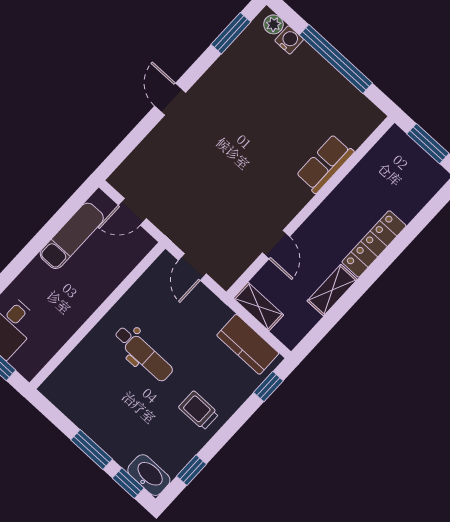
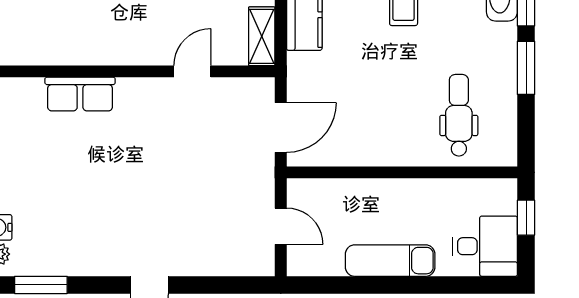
exam couch: (72, 236) -> (390, 261), moved
door: (192, 267) -> (281, 127), width x1.38
dental chair: (143, 354) -> (459, 115), moved

